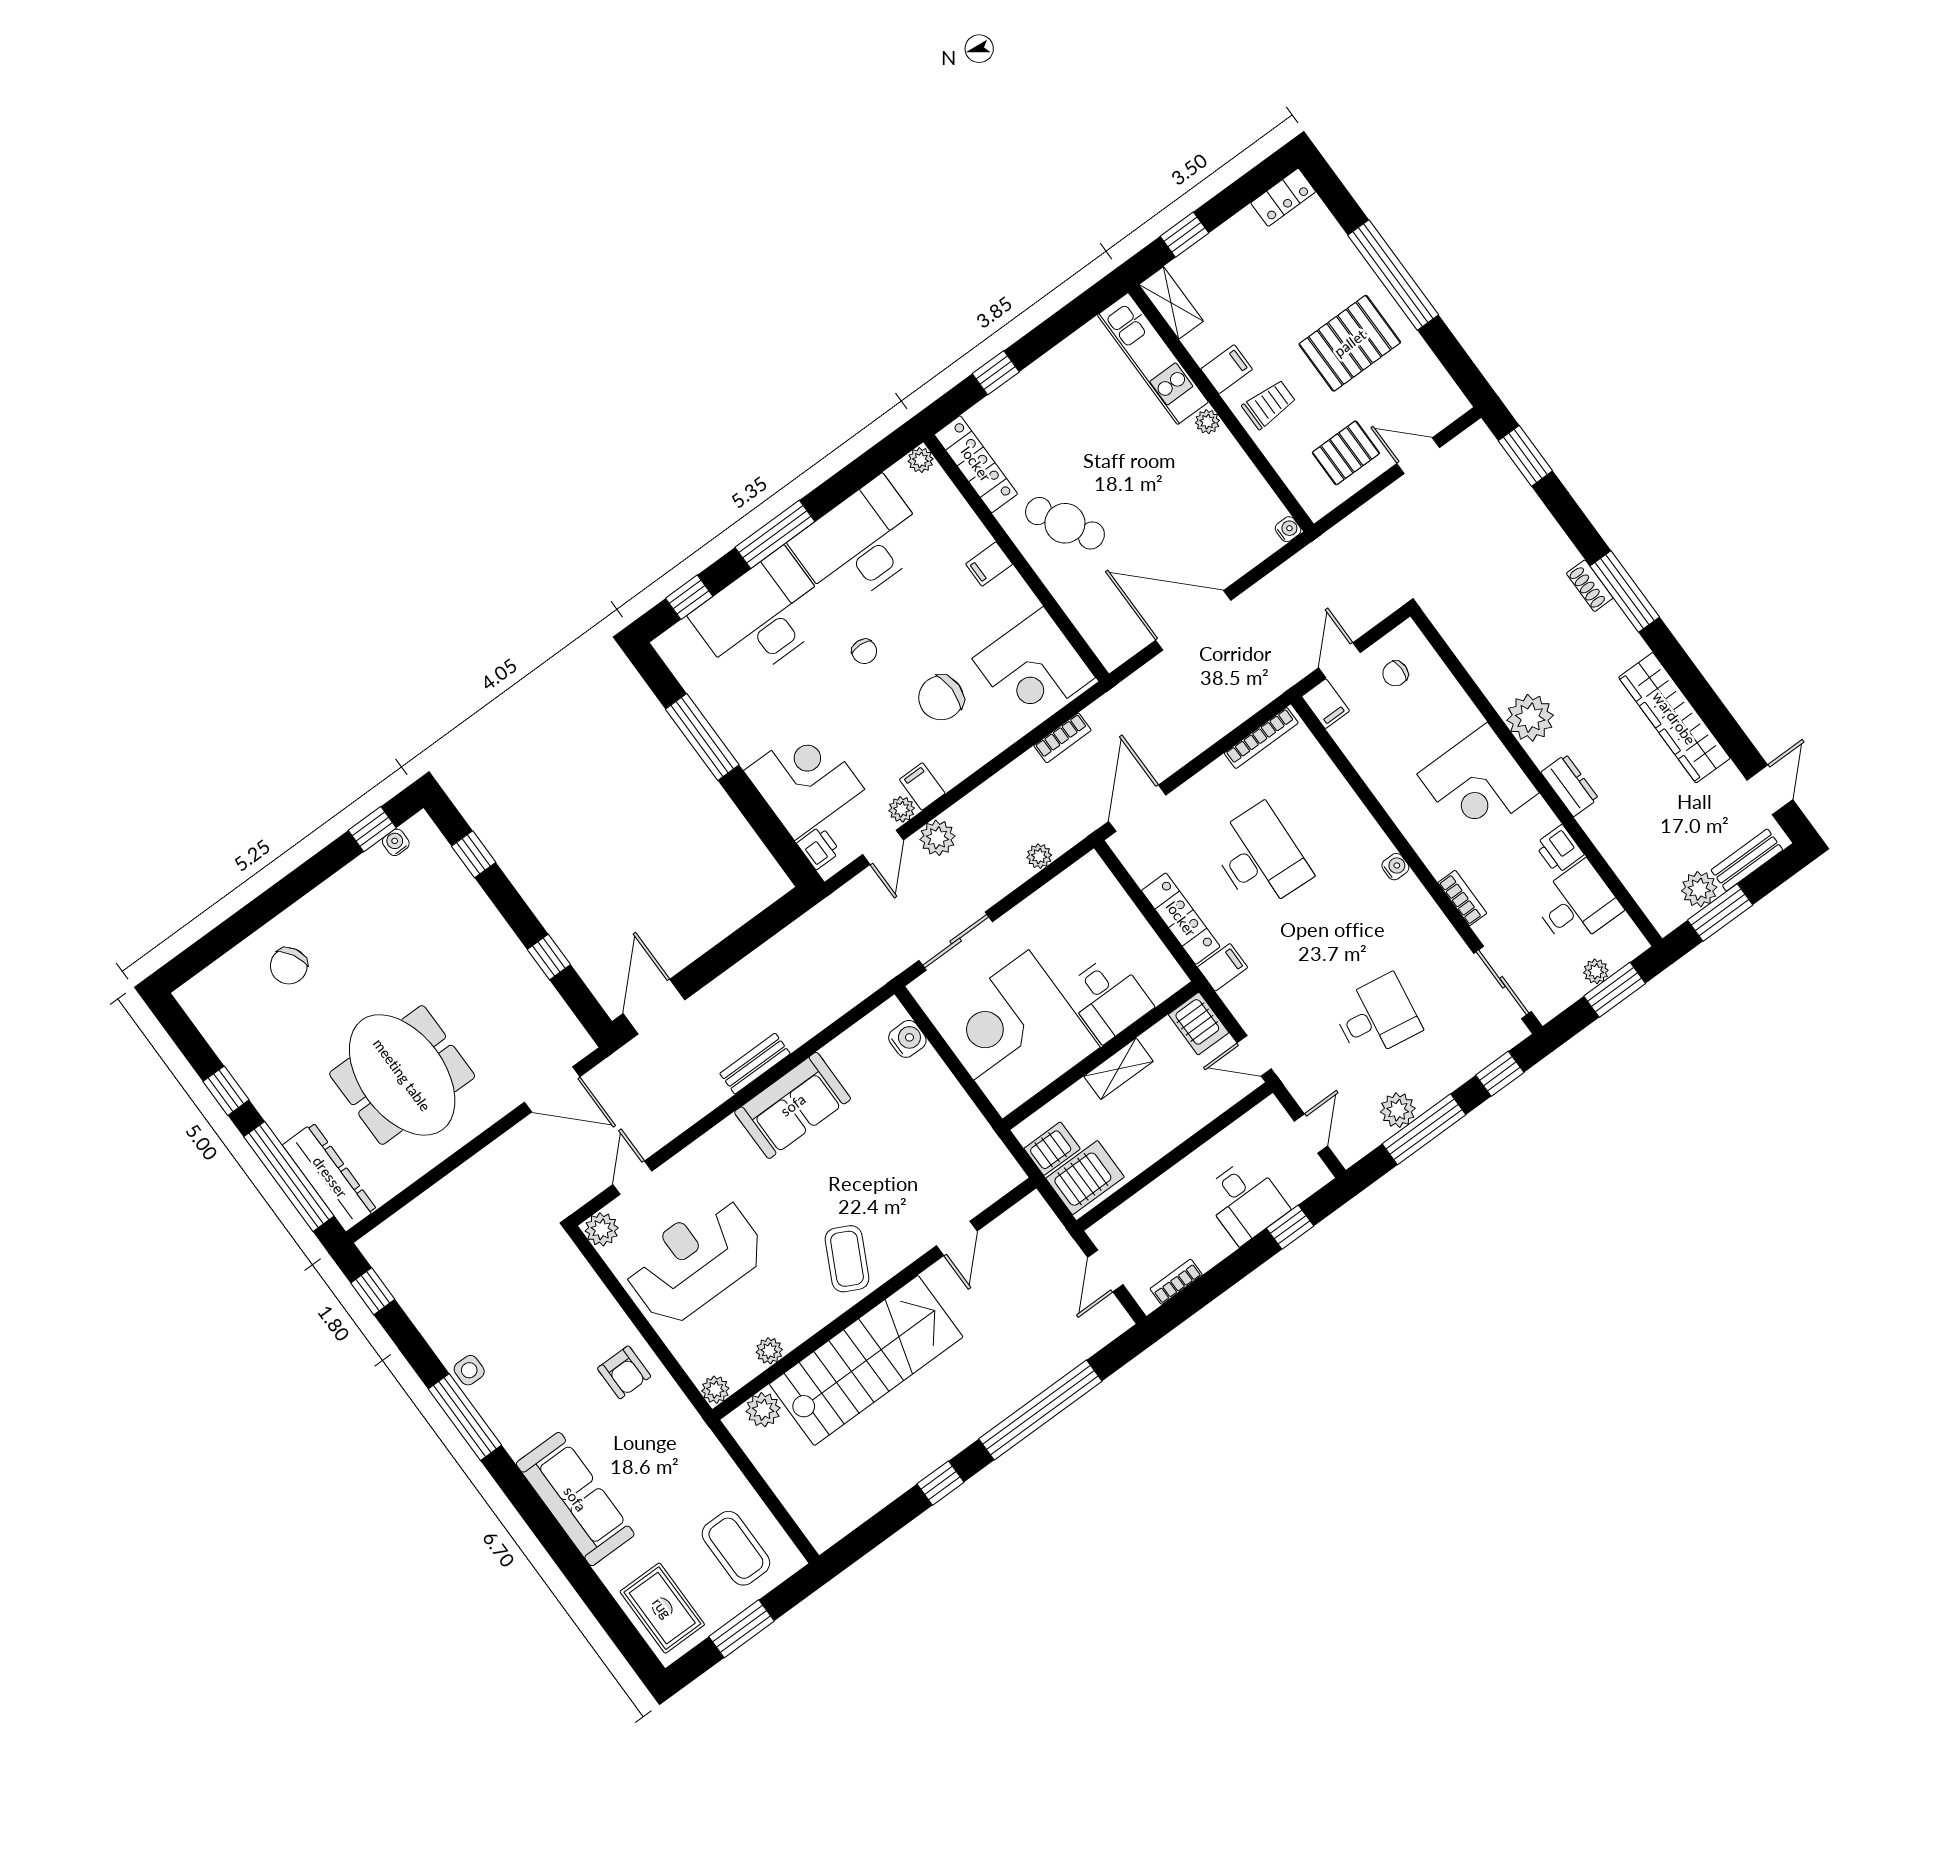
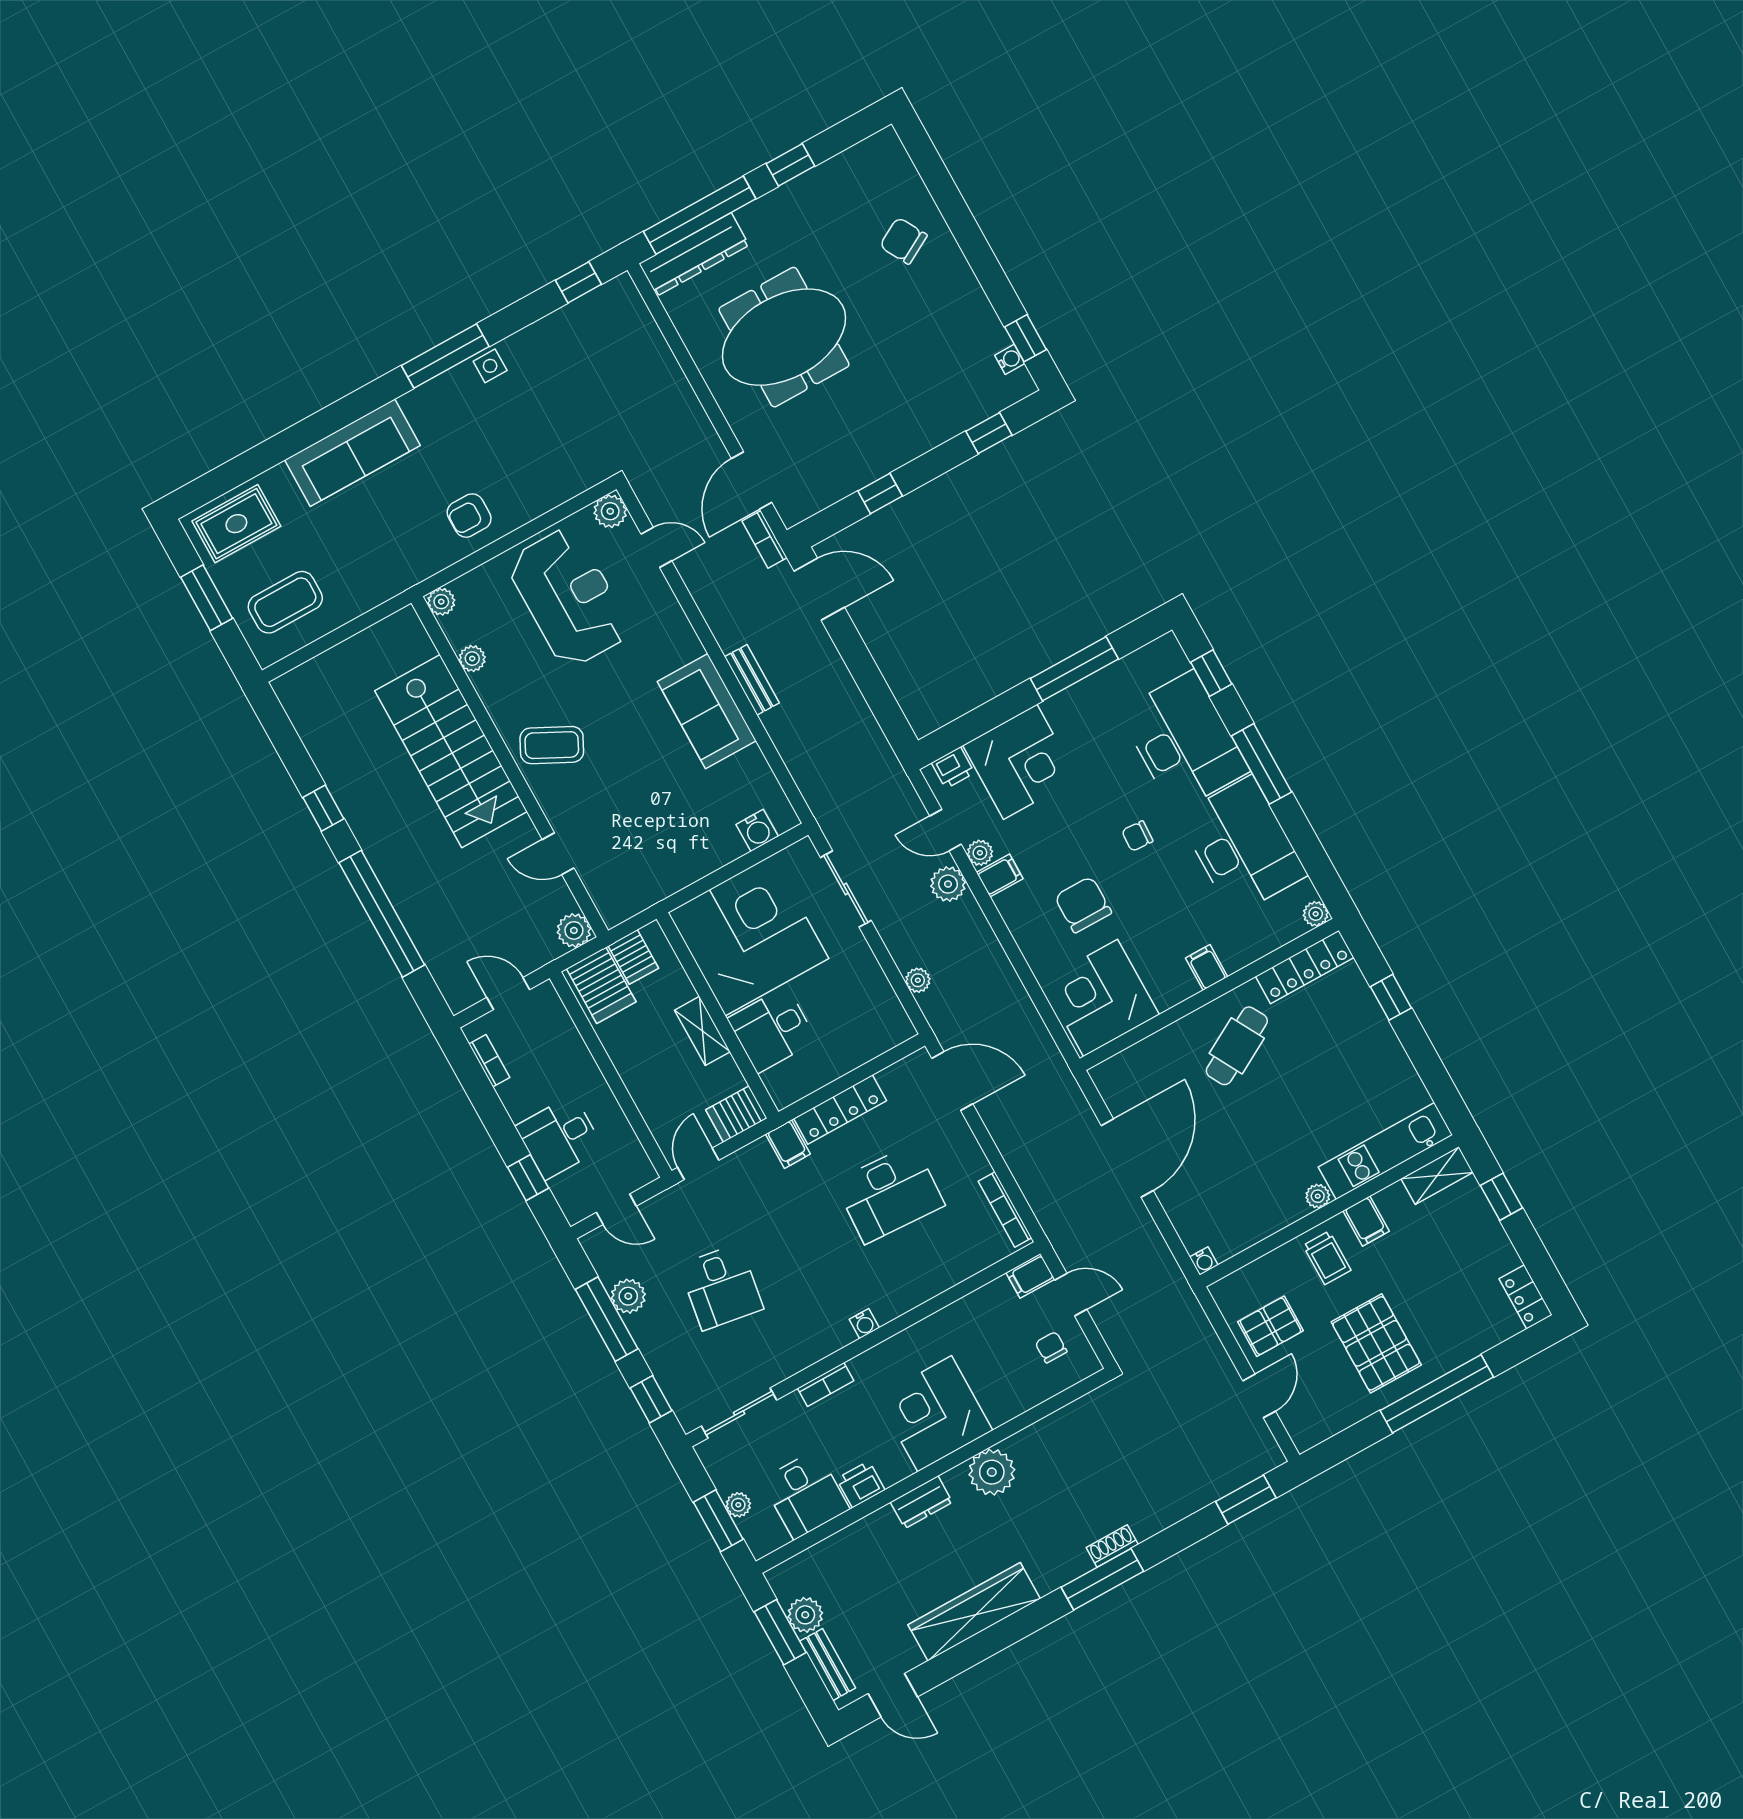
pallet: (1346, 453) -> (1271, 1326), turned 90
bookcase: (1063, 738) -> (765, 539), moved
plant: (763, 1410) -> (574, 930), moved

